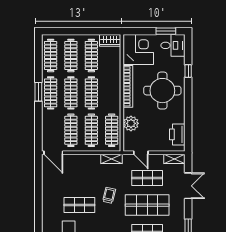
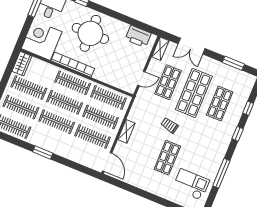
clothes rail: (51, 93) -> (73, 83), moved
plant: (131, 123) -> (109, 76), removed
door: (53, 153) -> (107, 162), hinge flipped
shelving: (111, 159) -> (126, 131), moved
double door: (188, 186) -> (192, 46), swing flipped

